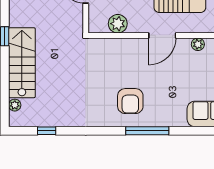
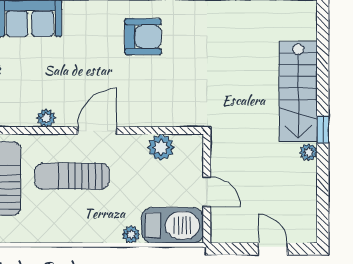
armchair: (130, 101) -> (143, 37), turned 90
plant: (15, 105) -> (308, 152), moved

